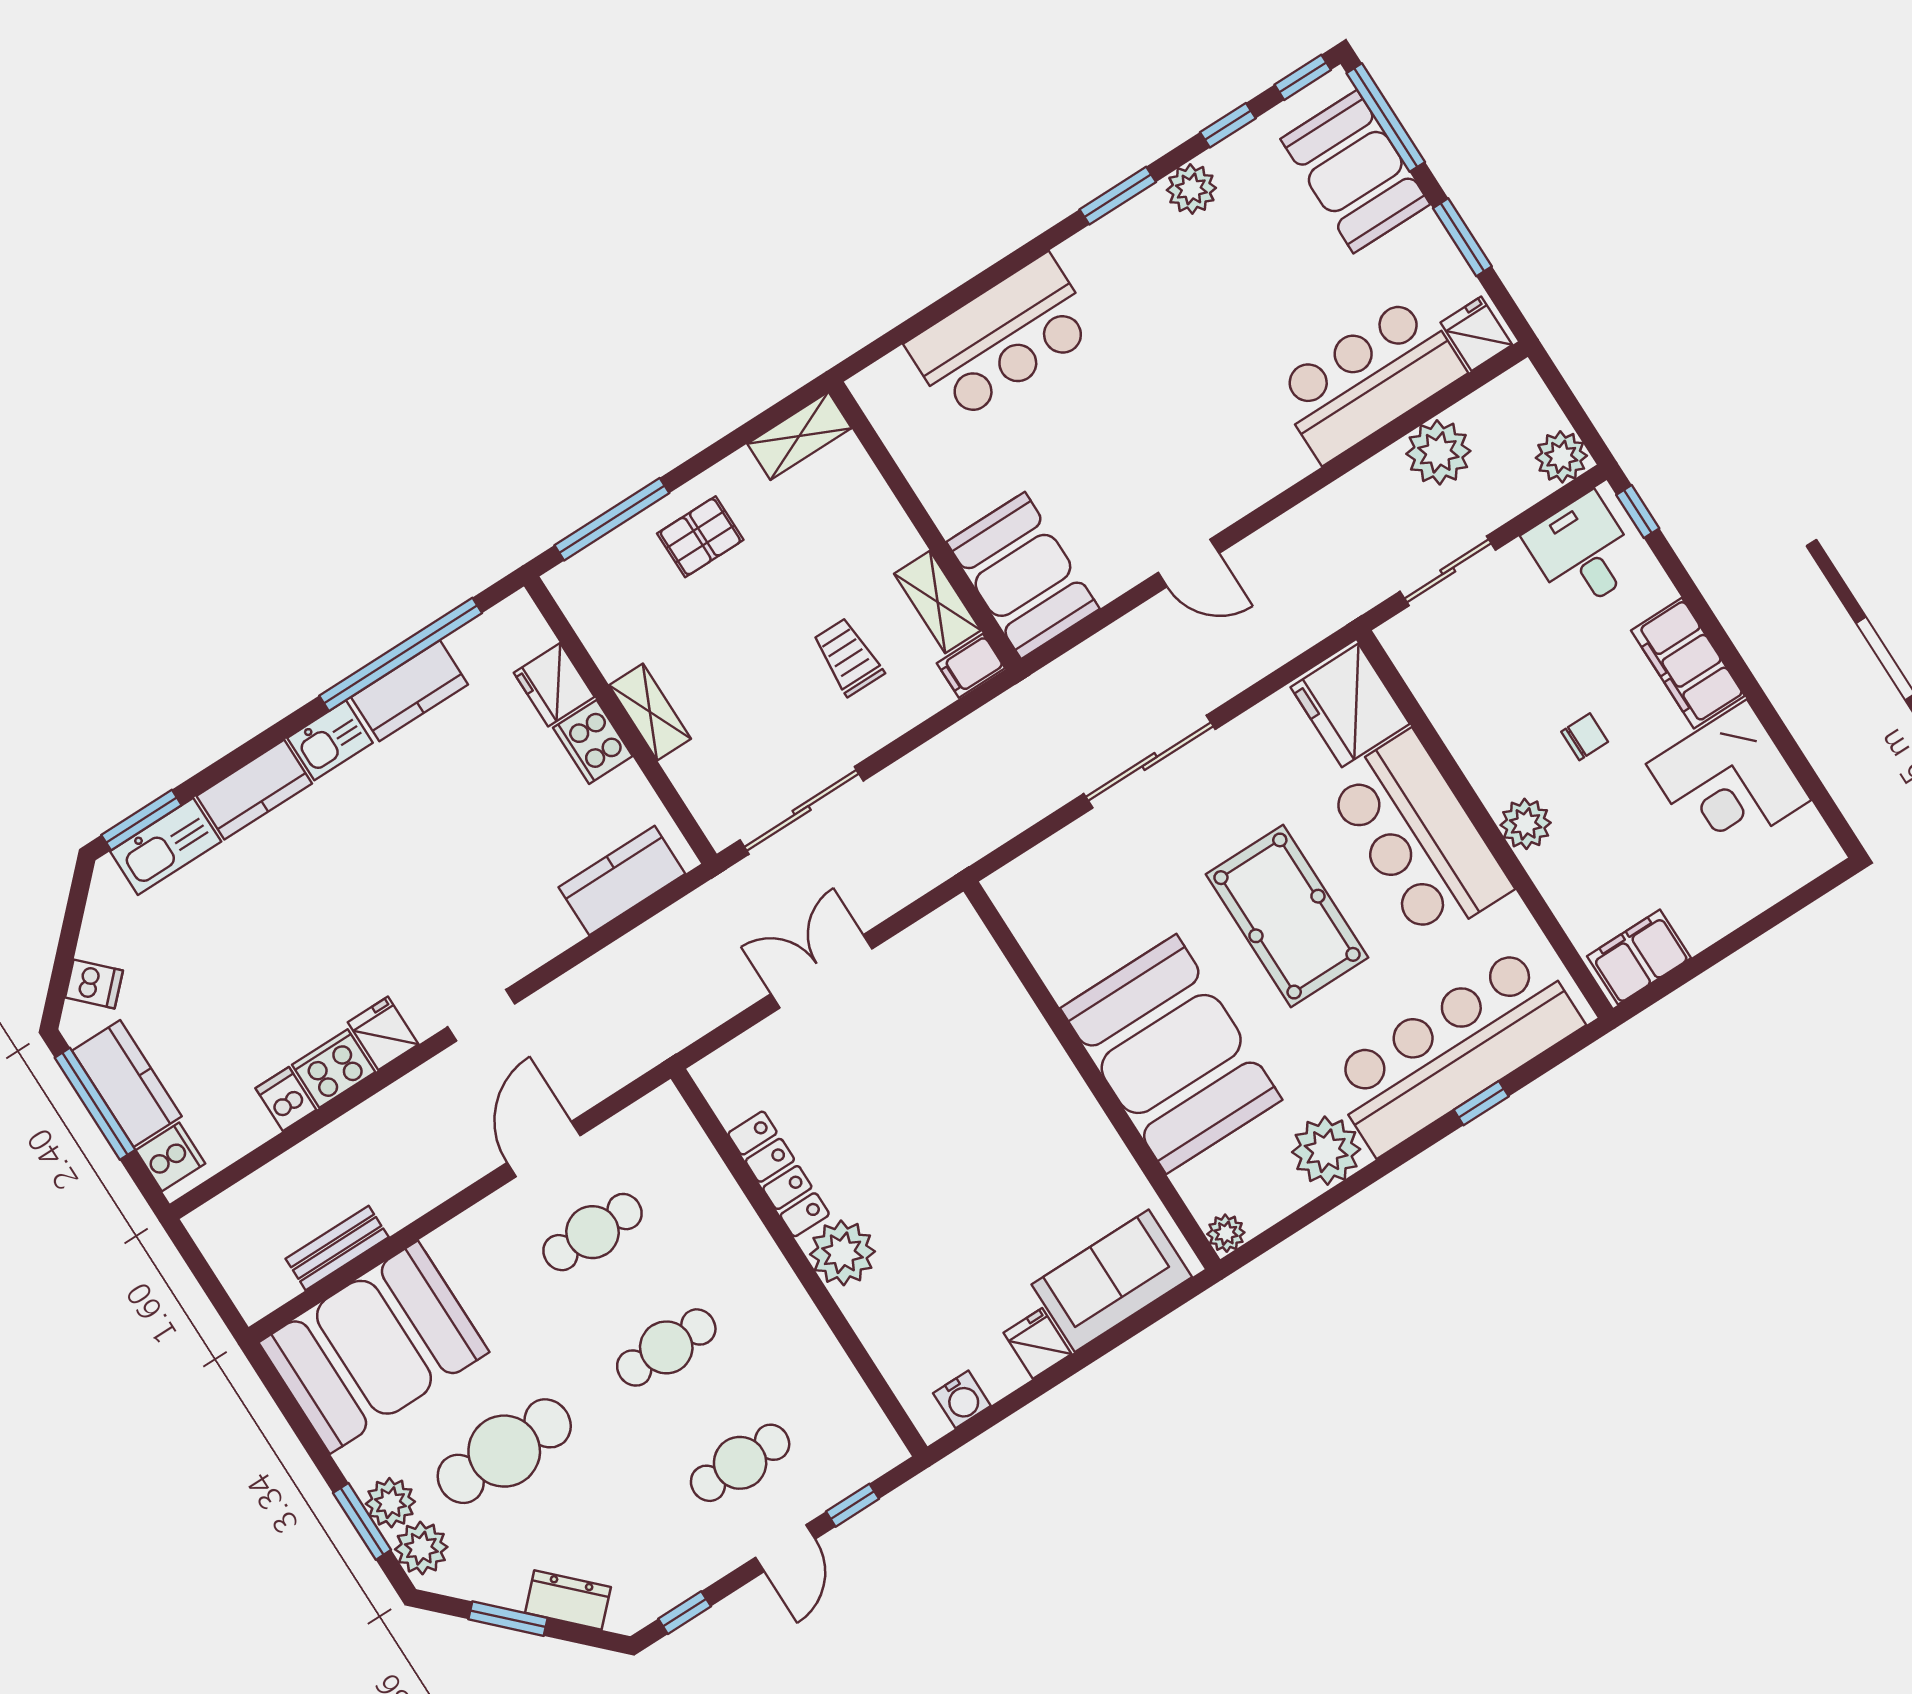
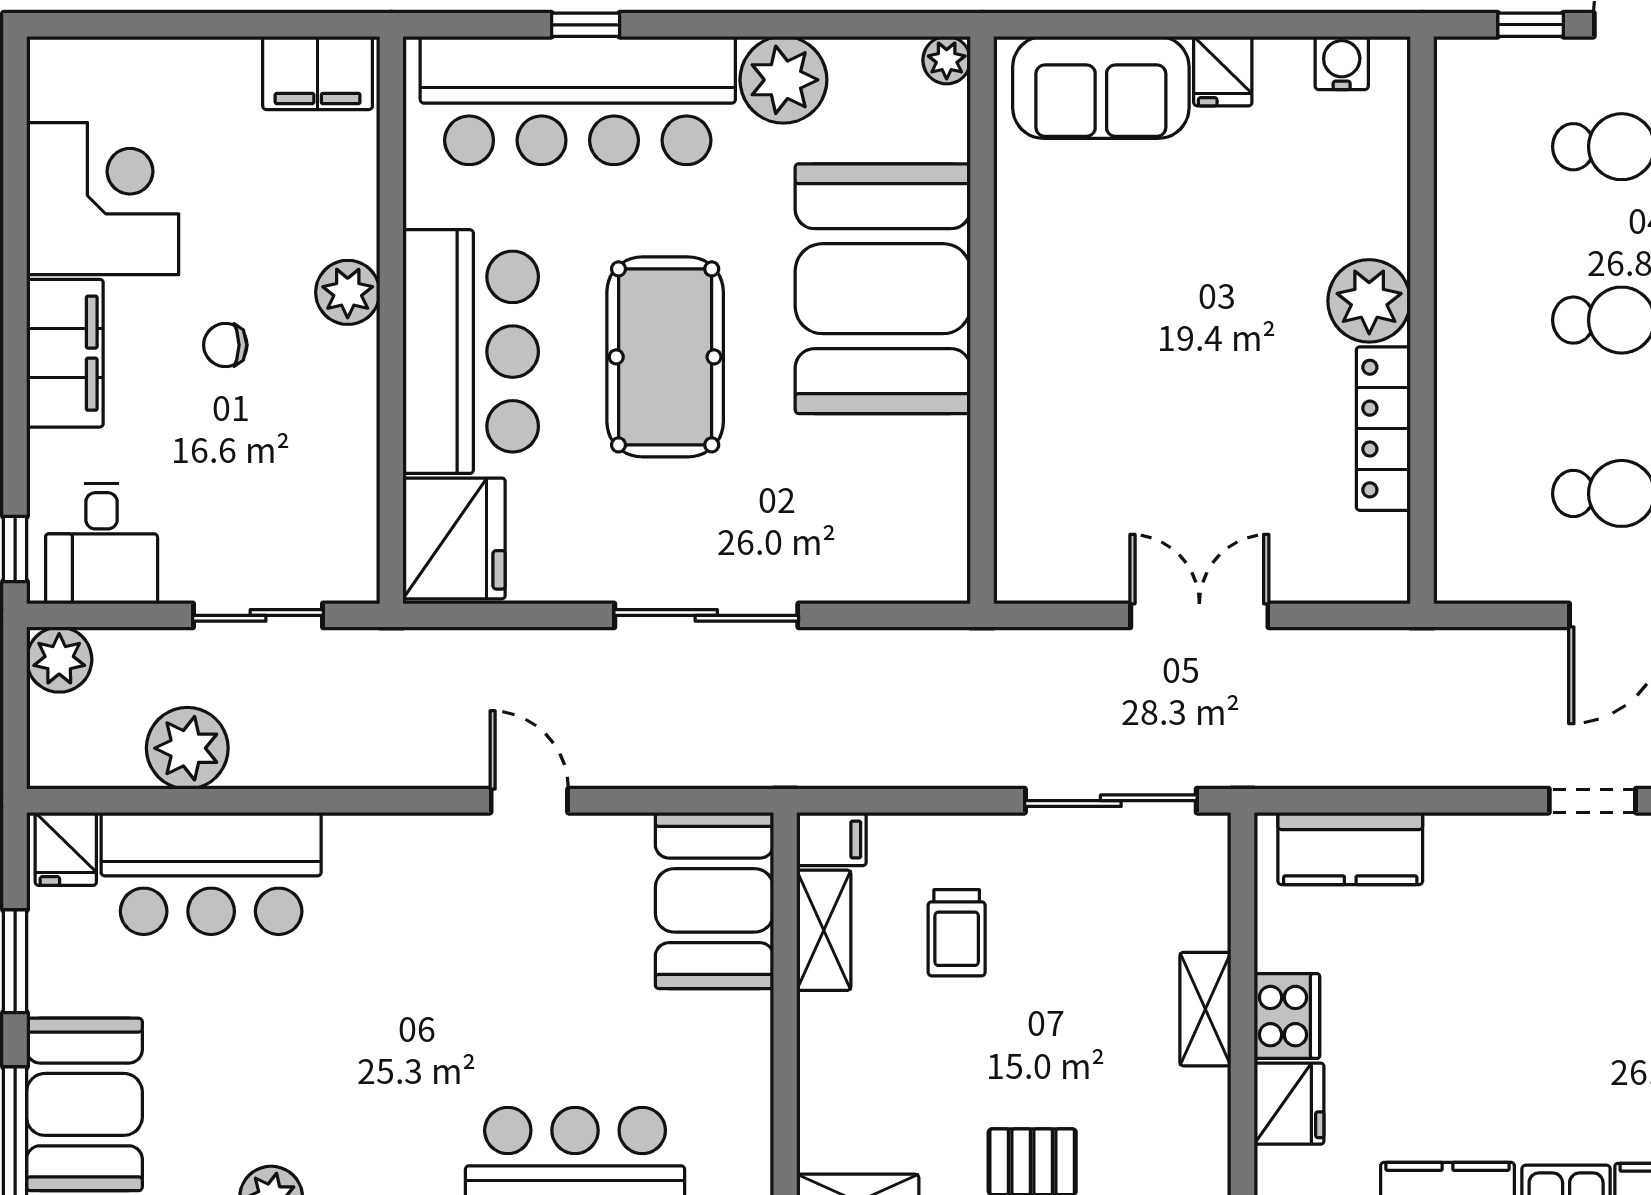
double door: (822, 971) -> (1199, 615), swing flipped

